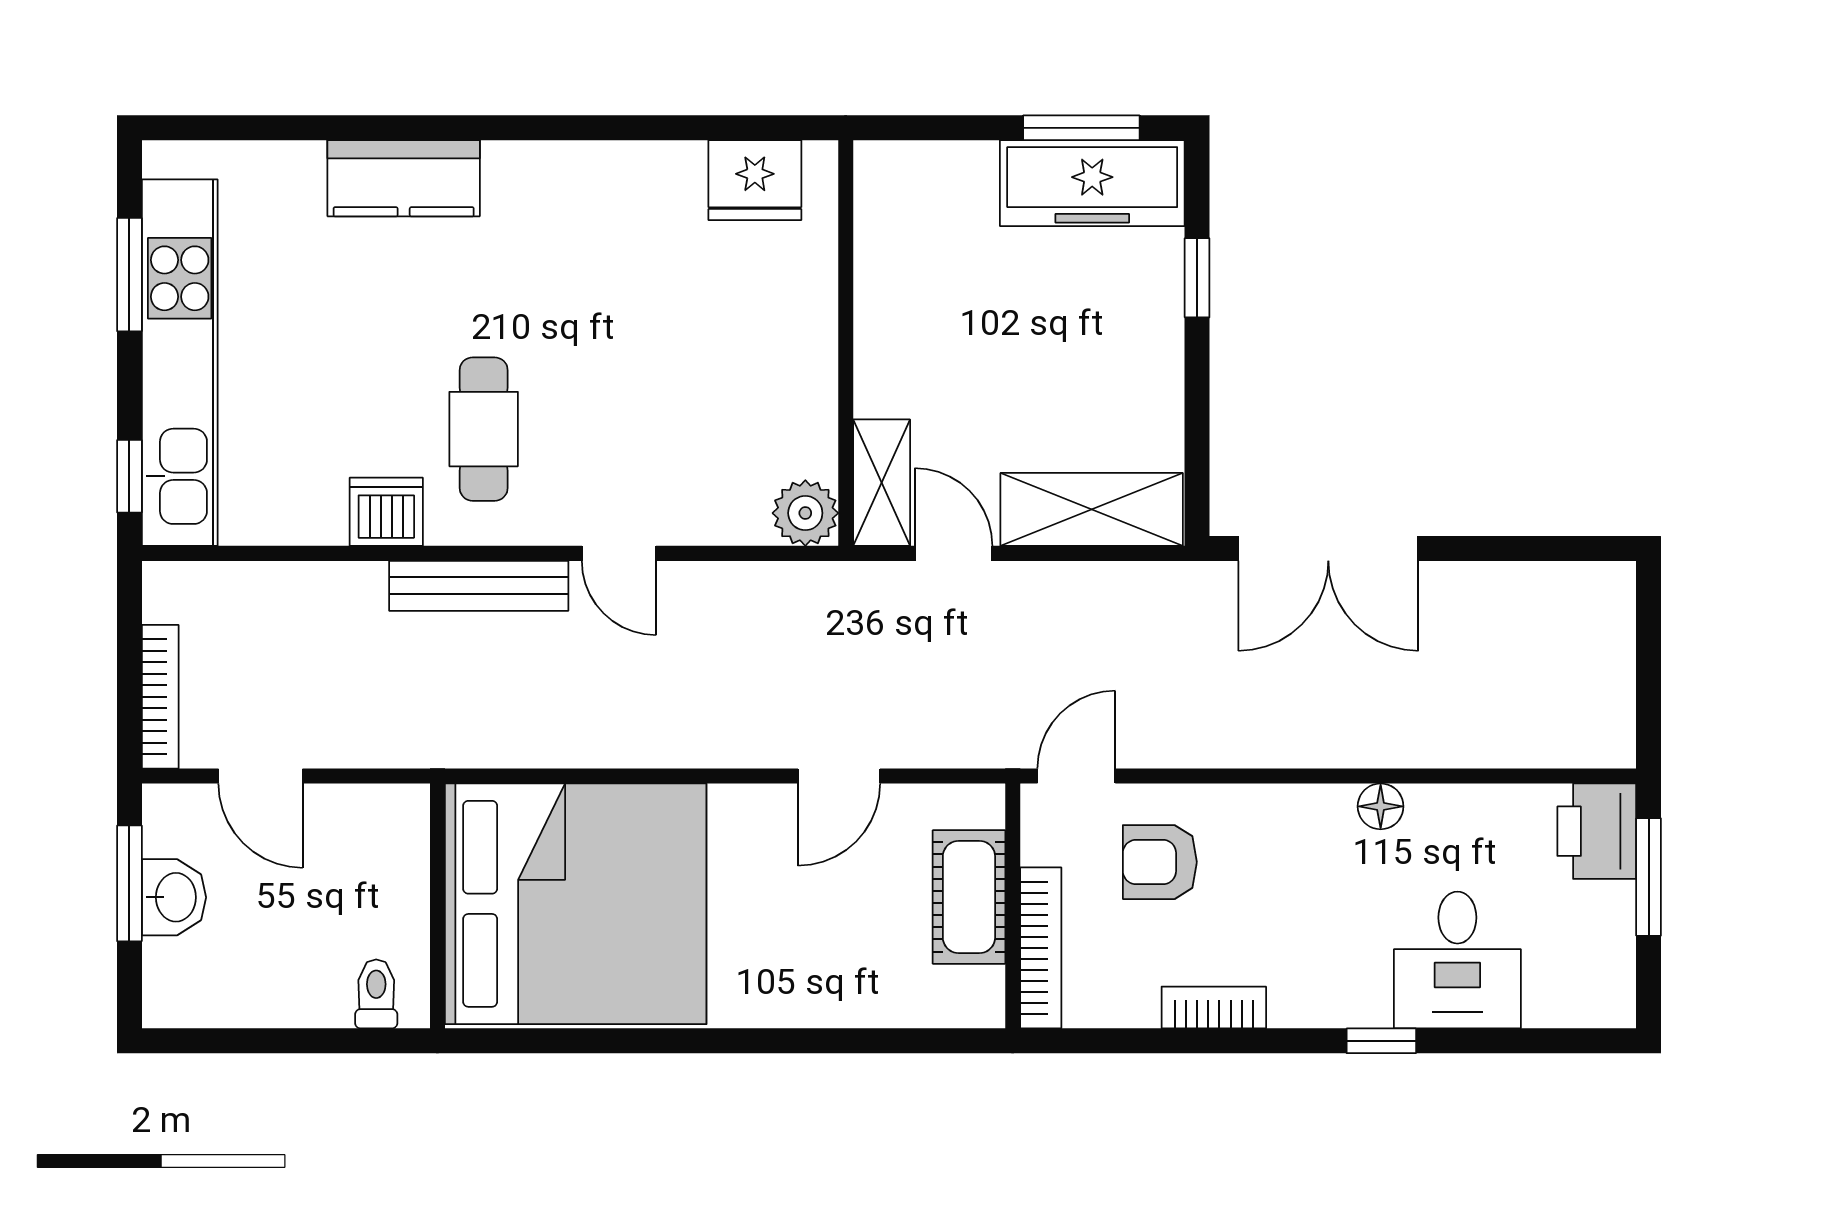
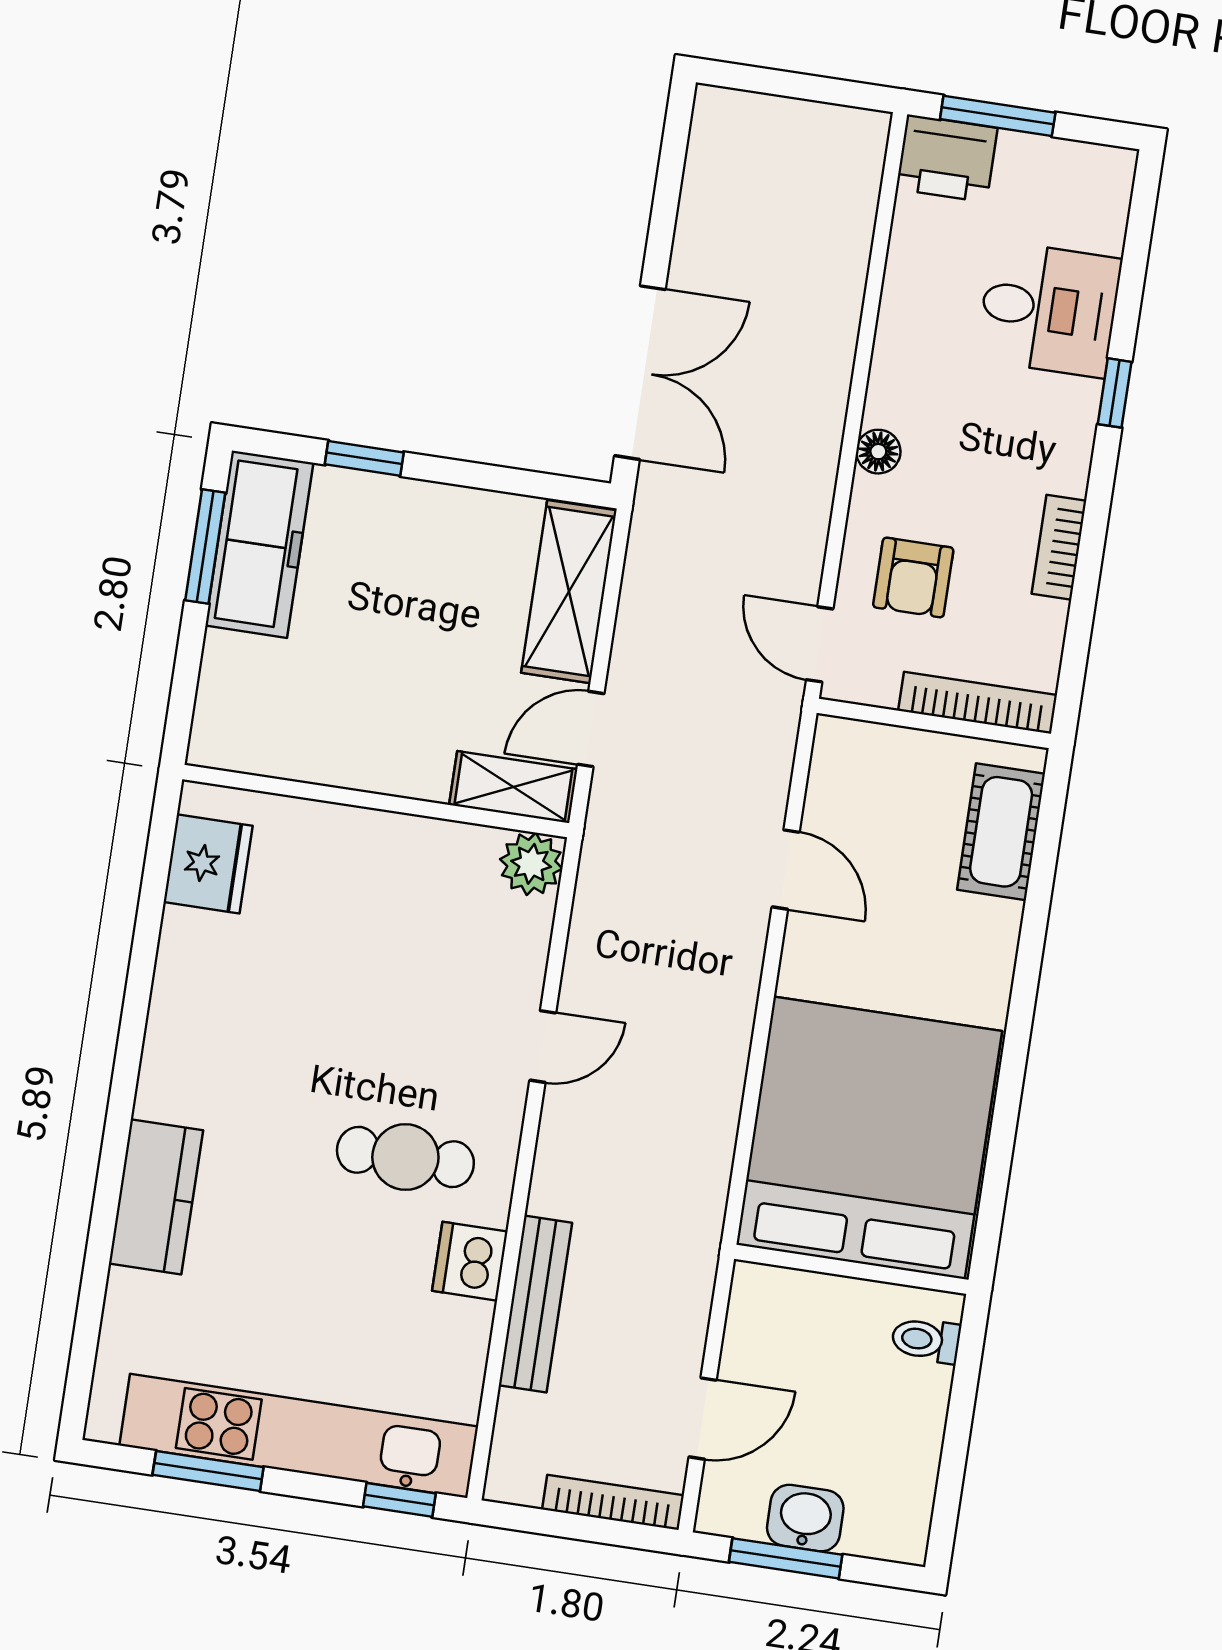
bench: (479, 586) -> (535, 1304), moved
floor lamp: (1381, 806) -> (878, 452), moved
cot: (969, 897) -> (1001, 832), moved, turned 90

